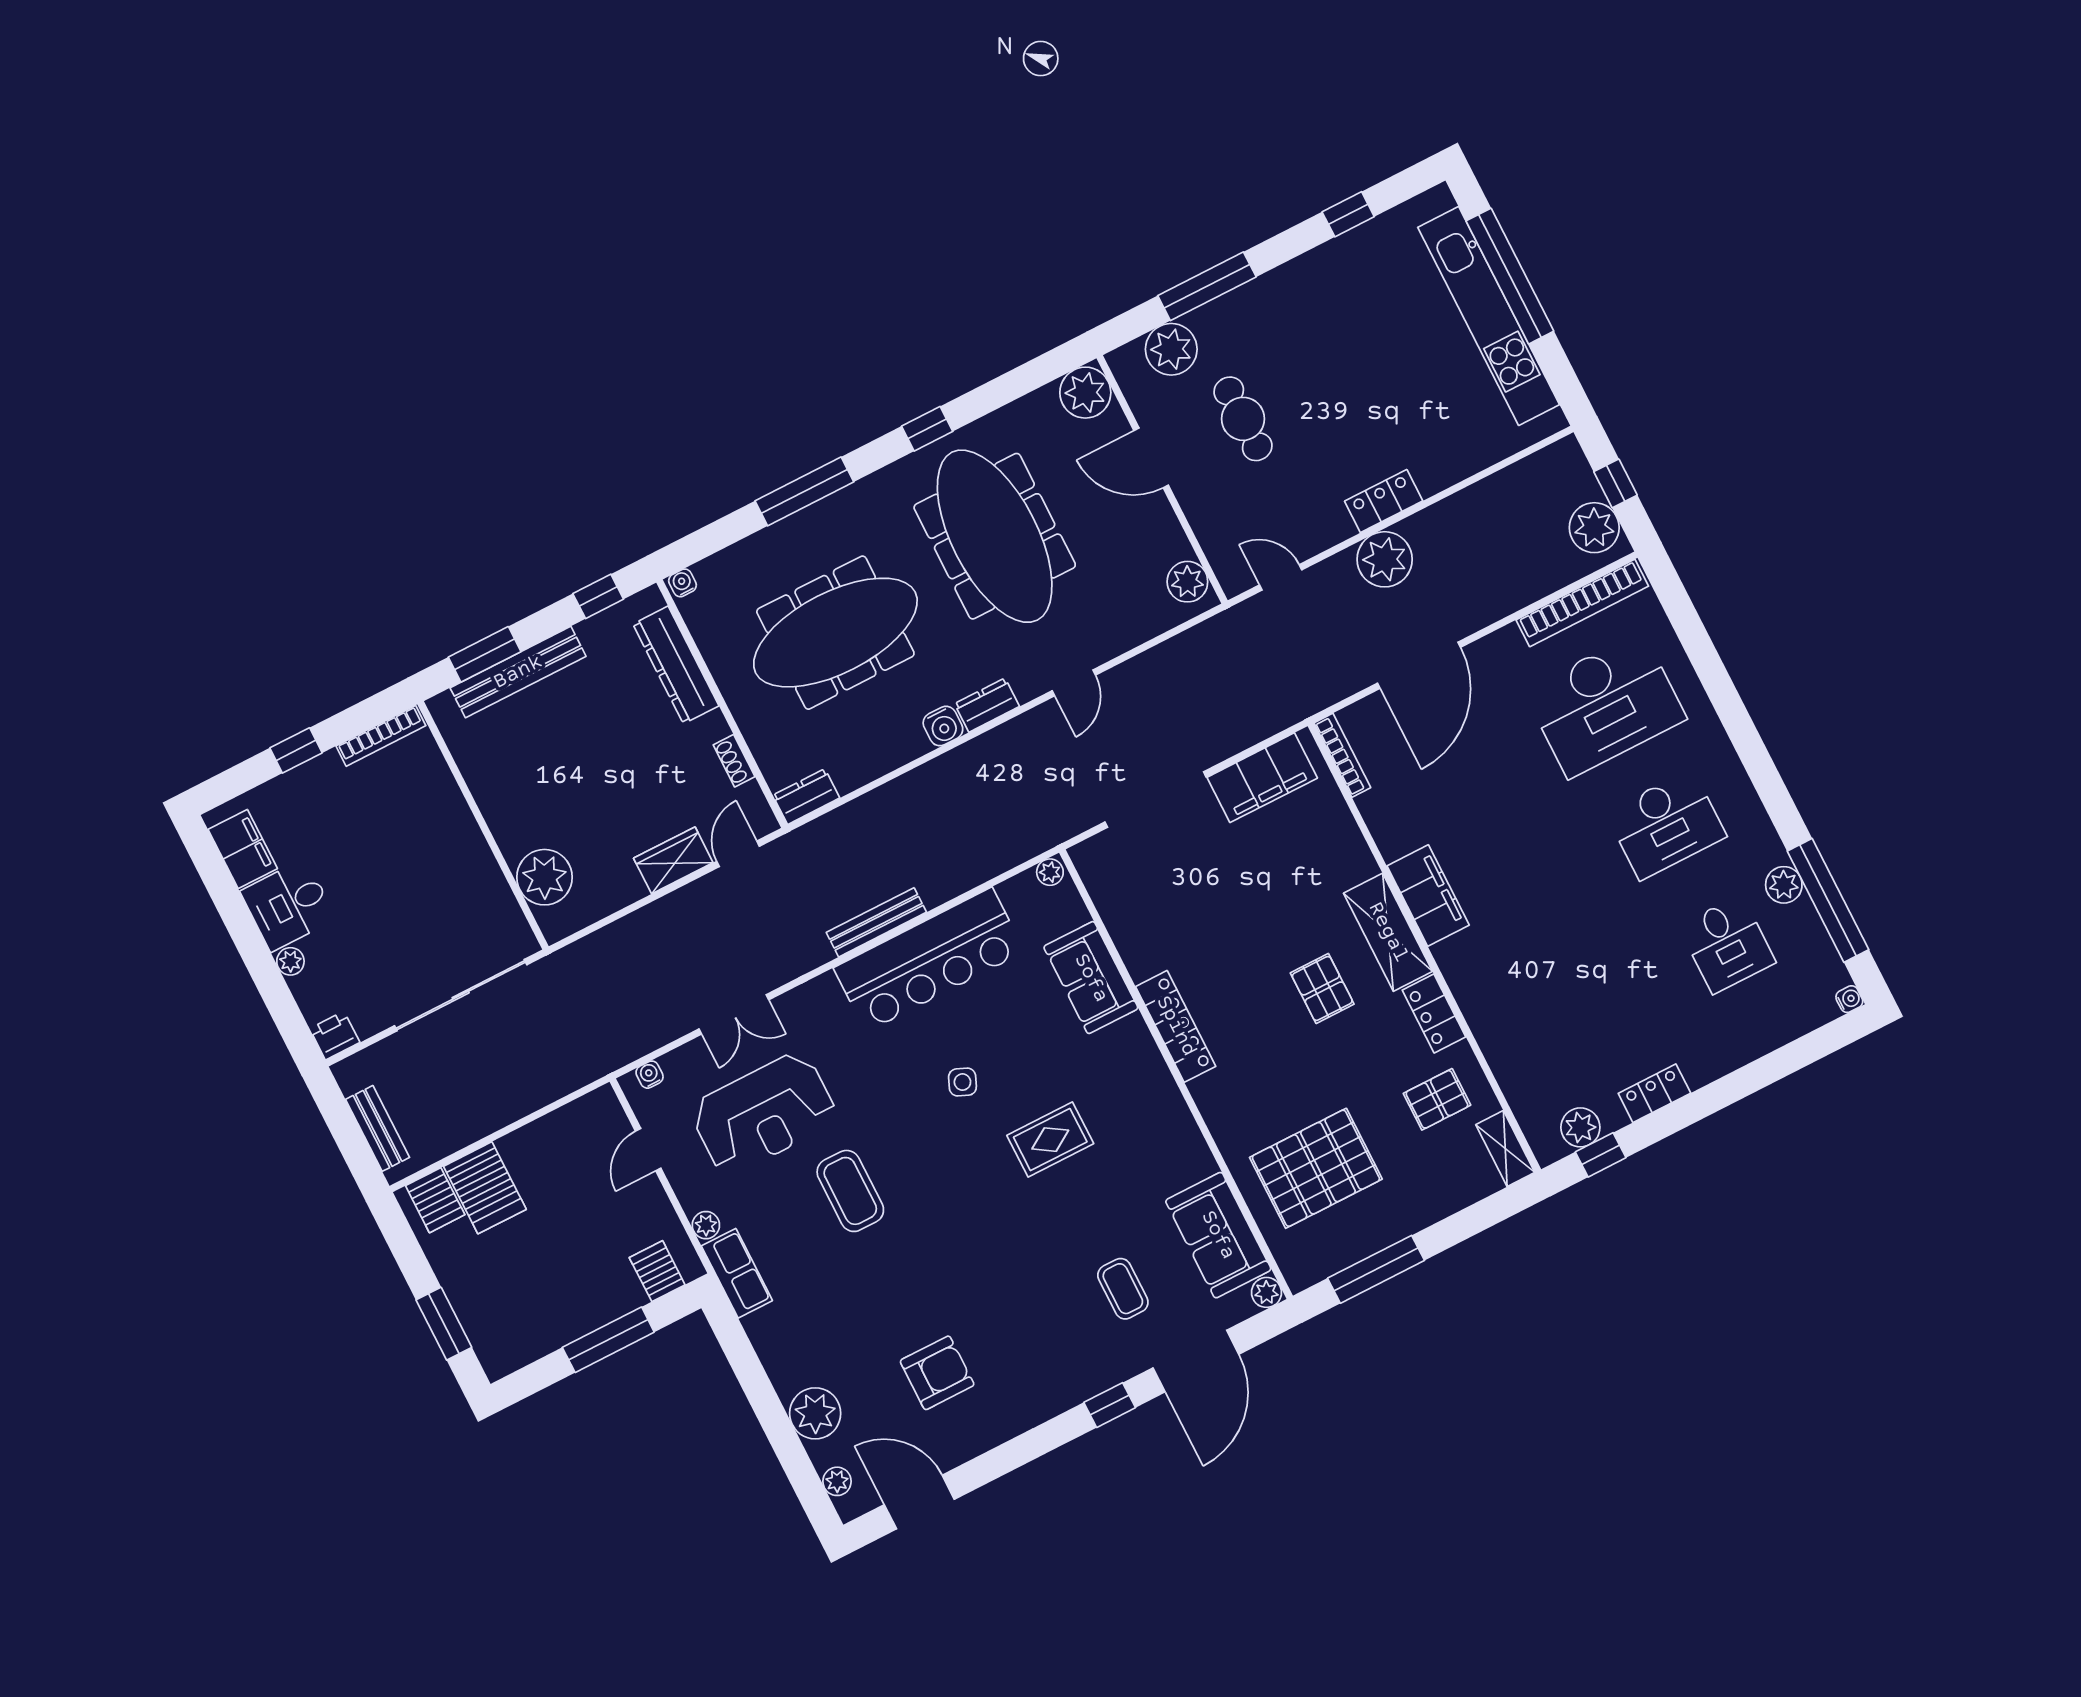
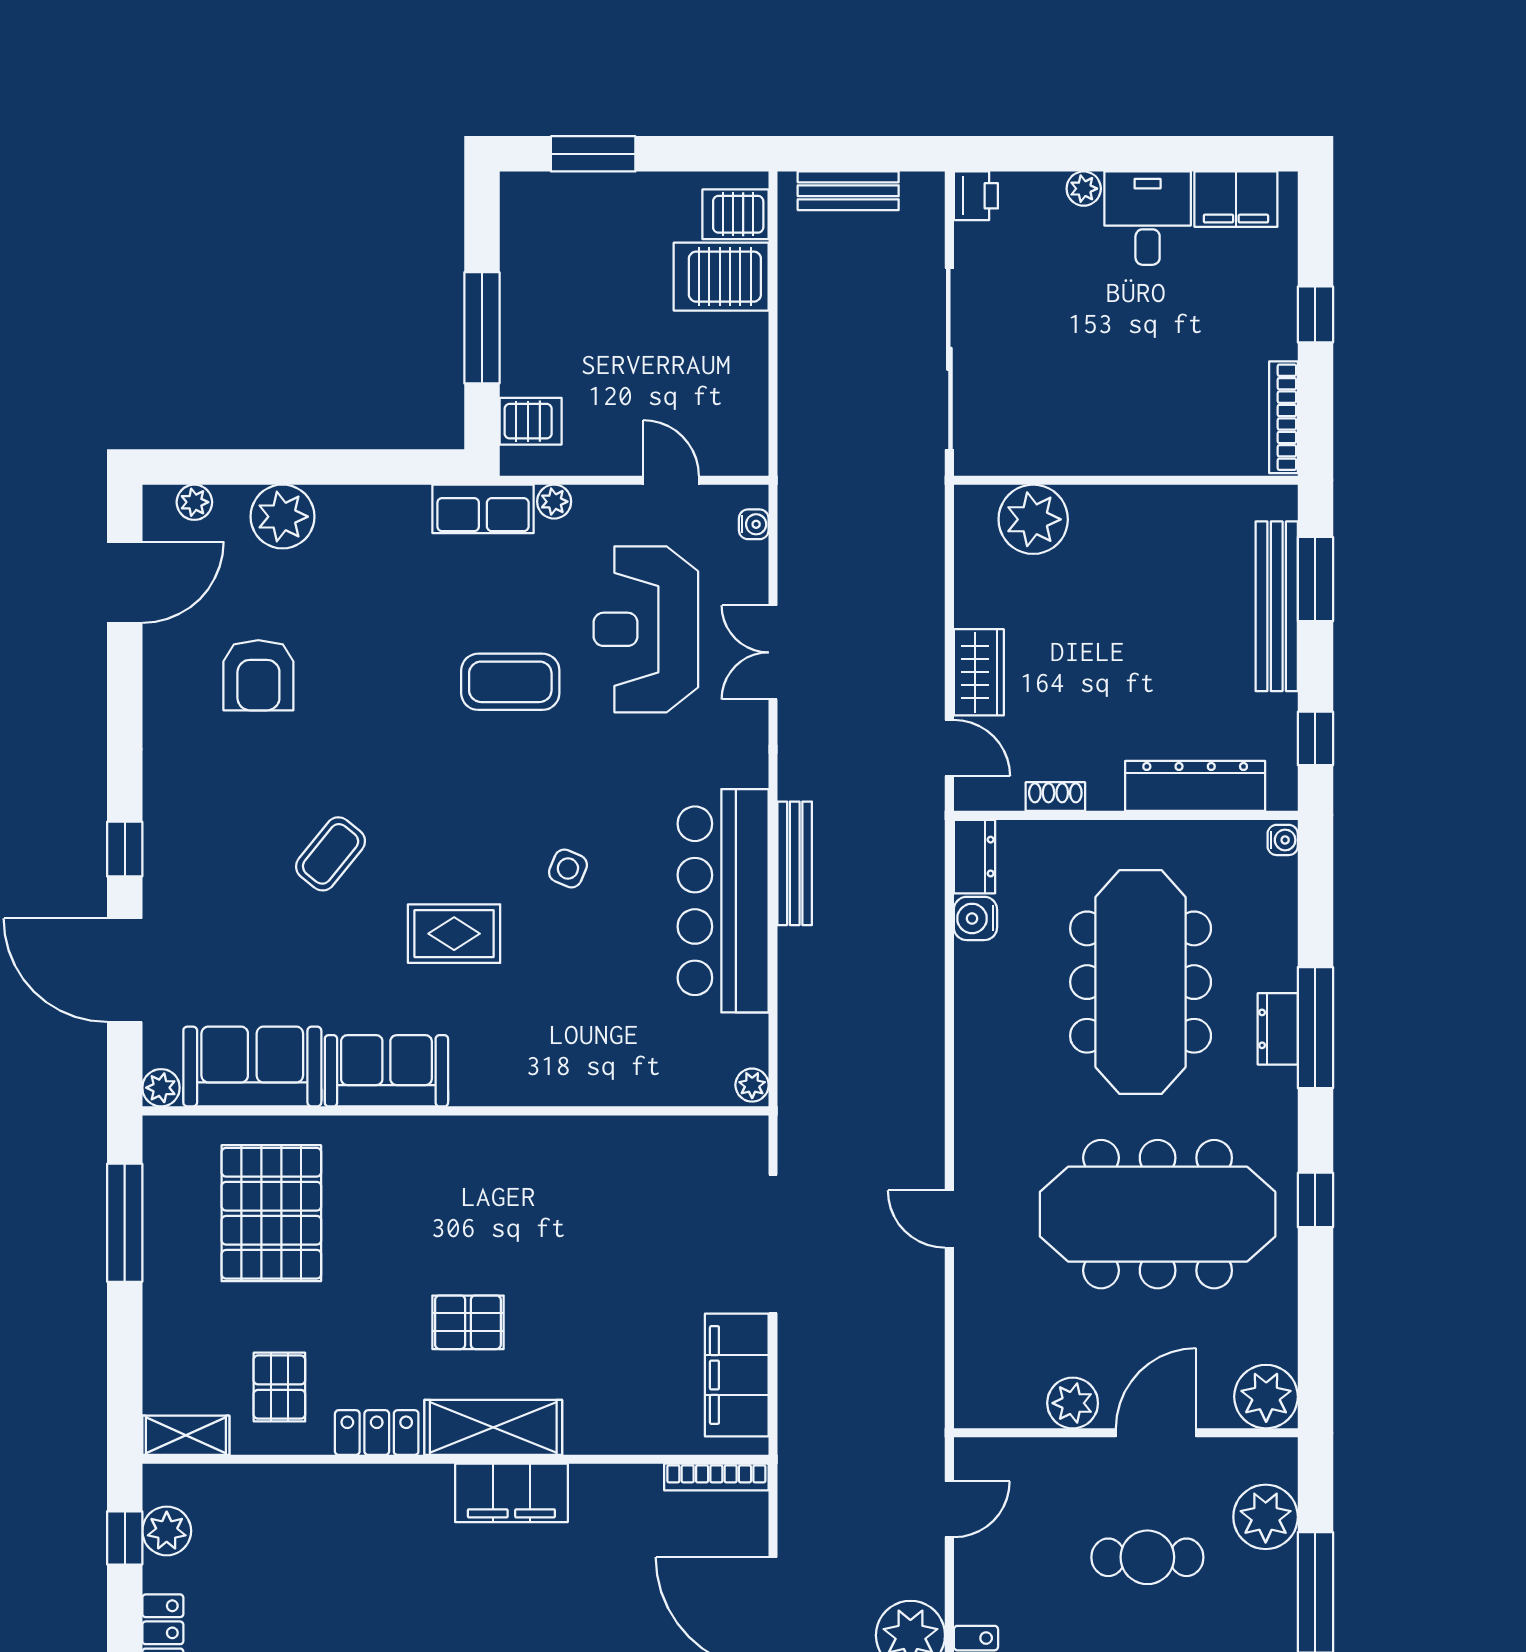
plant: (1187, 582) -> (1073, 1403), moved
dresser: (987, 705) -> (1278, 1029), moved, turned 180
water cooler: (943, 726) -> (975, 918), moved
sofa: (1091, 978) -> (386, 1071), moved
locker: (1176, 1026) -> (509, 1138), removed
rug: (1050, 1140) -> (454, 934), turned 90
coffee table: (1123, 1289) -> (331, 854), moved, turned -51

